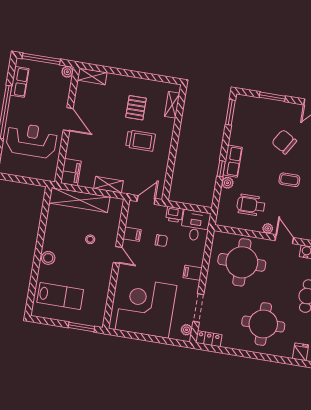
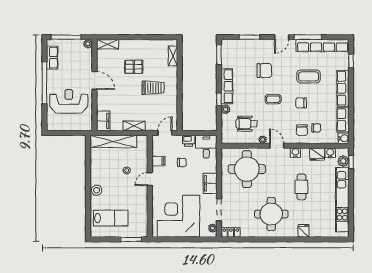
pallet: (136, 108) -> (134, 67), moved, turned 90
chair: (284, 142) -> (264, 71), turned 149
row of seats: (233, 161) -> (227, 86), width x1.48
door: (118, 255) -> (150, 179), swing flipped
filing cabinet: (193, 273) -> (210, 183), width x2.00

